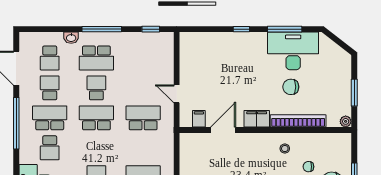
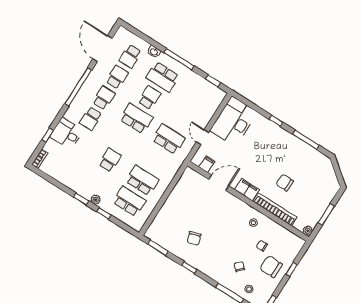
desk: (293, 51) -> (234, 121), moved, turned -90
school desk: (50, 118) -> (104, 98), width x0.54

